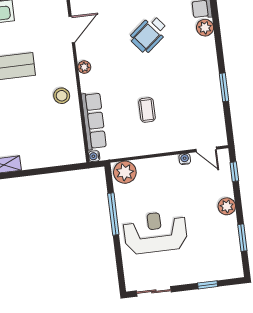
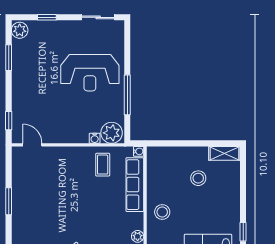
coffee table: (147, 110) -> (103, 165), moved
stool: (28, 136) -> (198, 178), added
water cooler: (185, 159) -> (95, 138), moved
plant: (227, 206) -> (20, 30), moved

